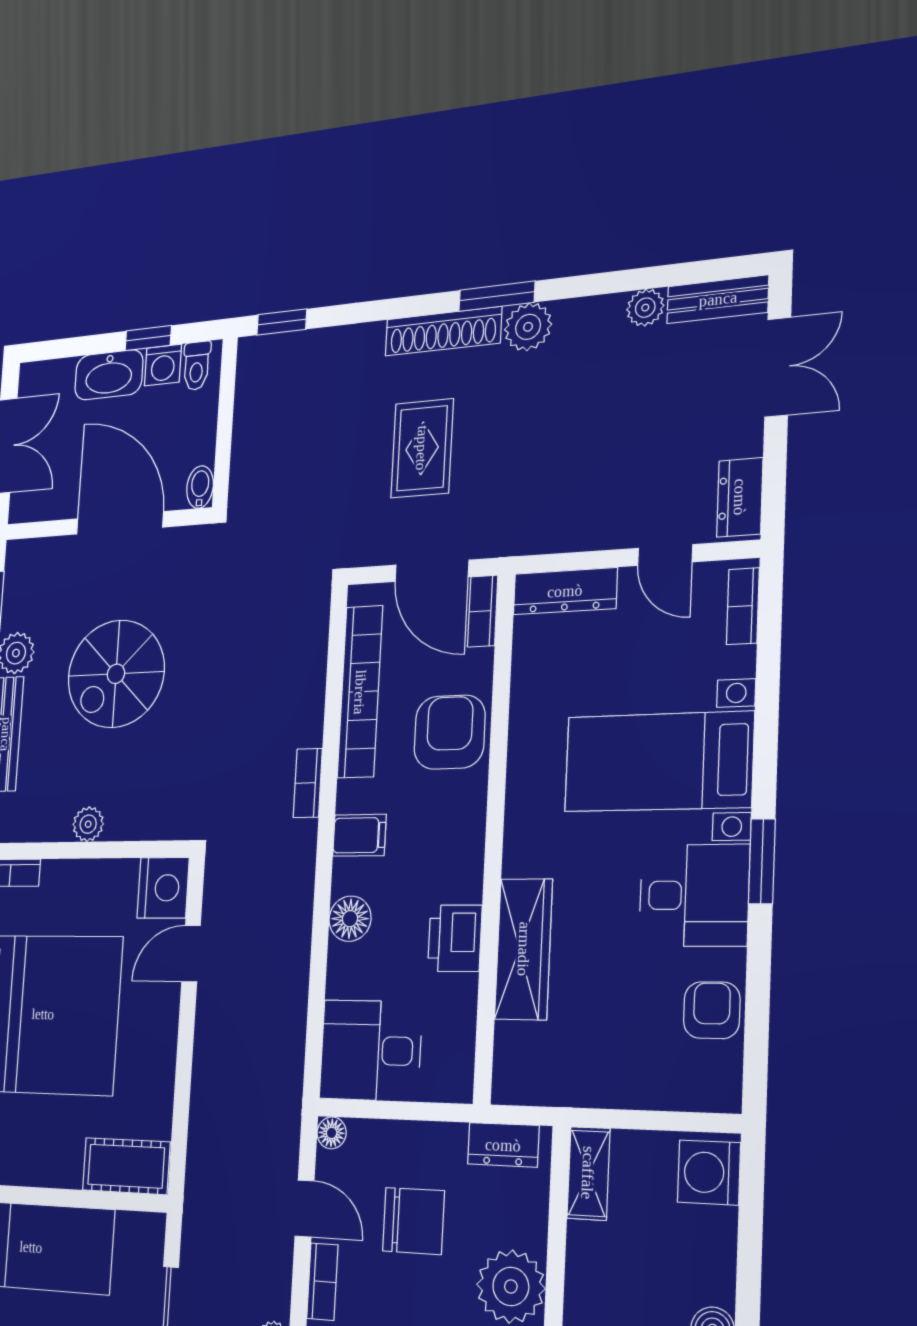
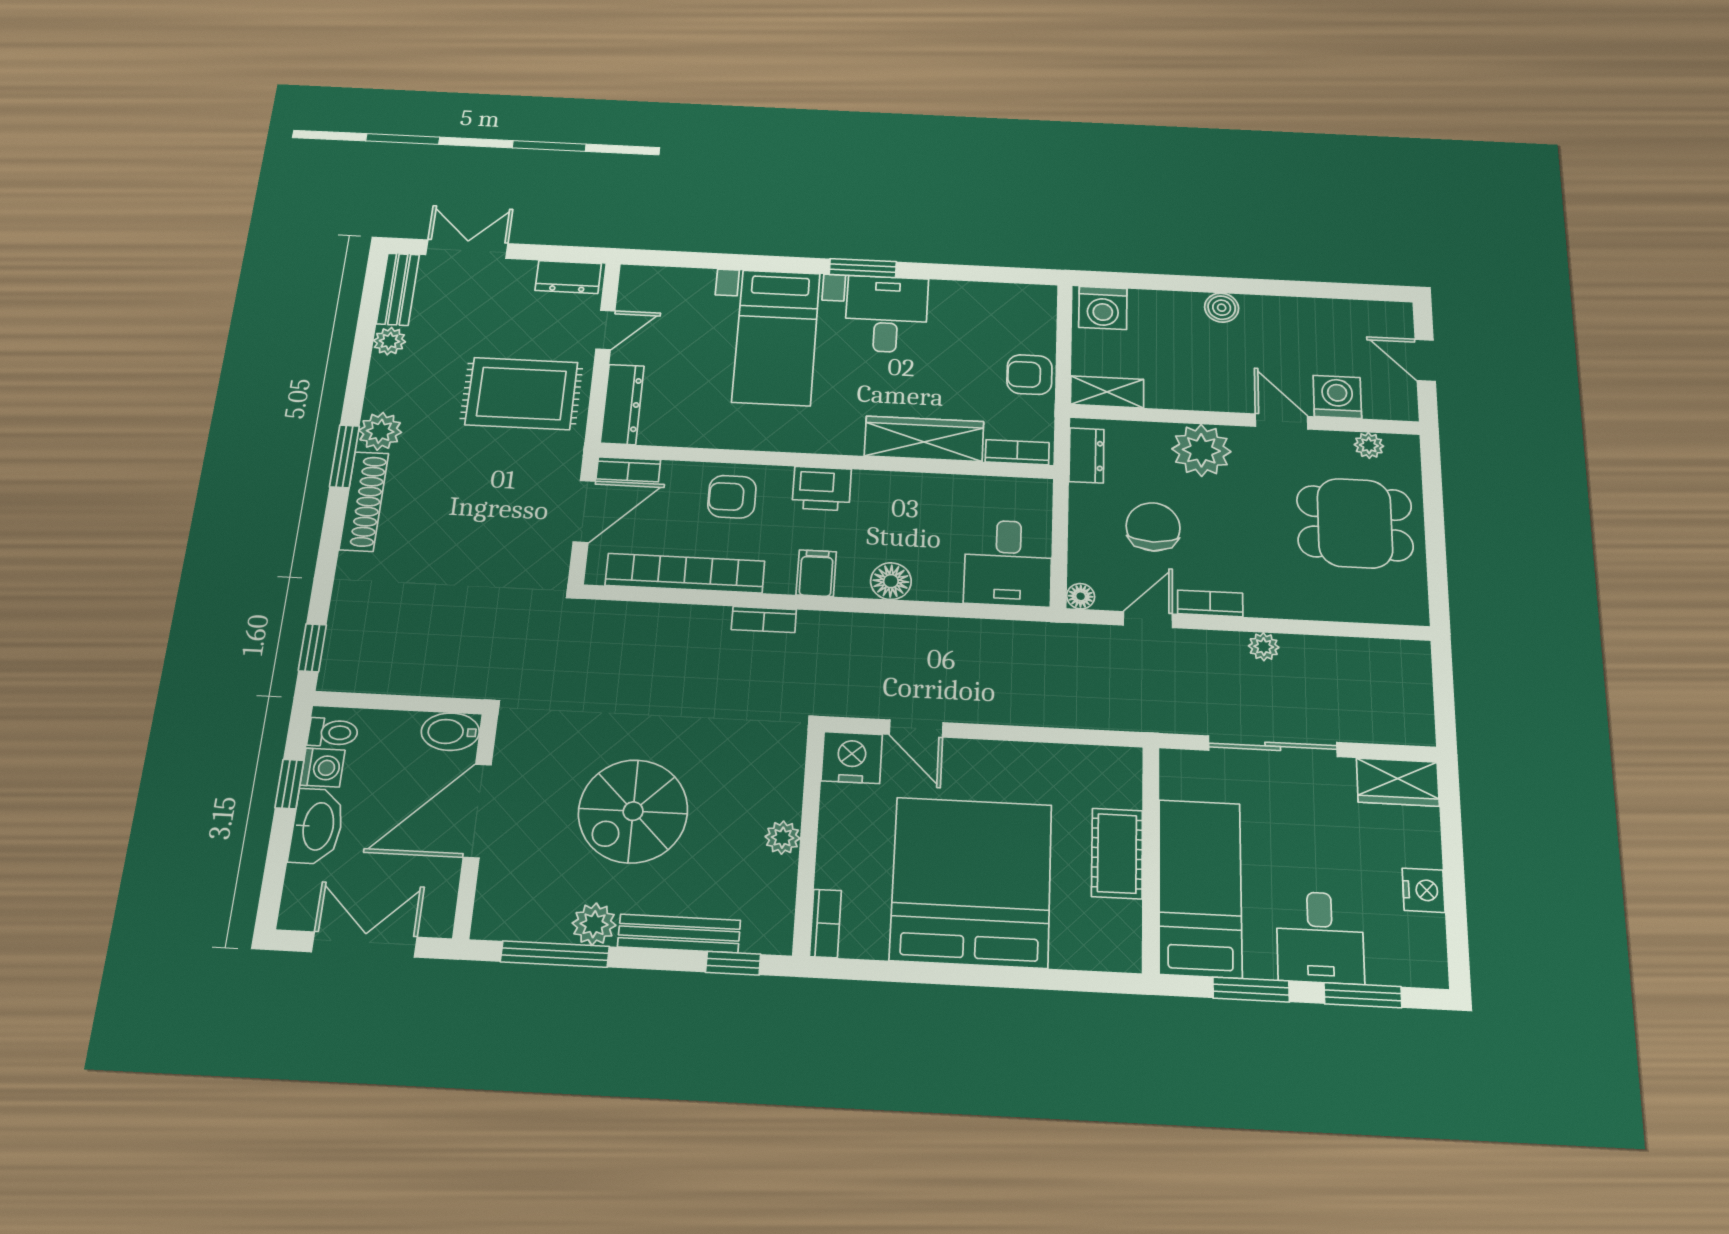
rug: (422, 448) -> (522, 393), moved, width x1.36, depth x1.43
bidet: (200, 487) -> (450, 732), width x1.38, depth x1.36
bookcase: (743, 606) -> (1017, 452), moved, turned 180
spiral stairs: (116, 674) -> (633, 811), turned 90
armchair: (450, 732) -> (732, 497), width x0.72, depth x0.72
printer: (455, 938) -> (822, 489), moved
armchair: (712, 1010) -> (1030, 375), moved
cot: (126, 1166) -> (1117, 853), moved

